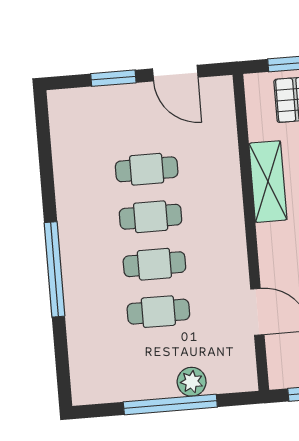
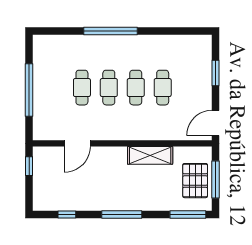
door: (175, 73) -> (216, 123), moved
plant: (192, 382) -> (41, 103), removed

